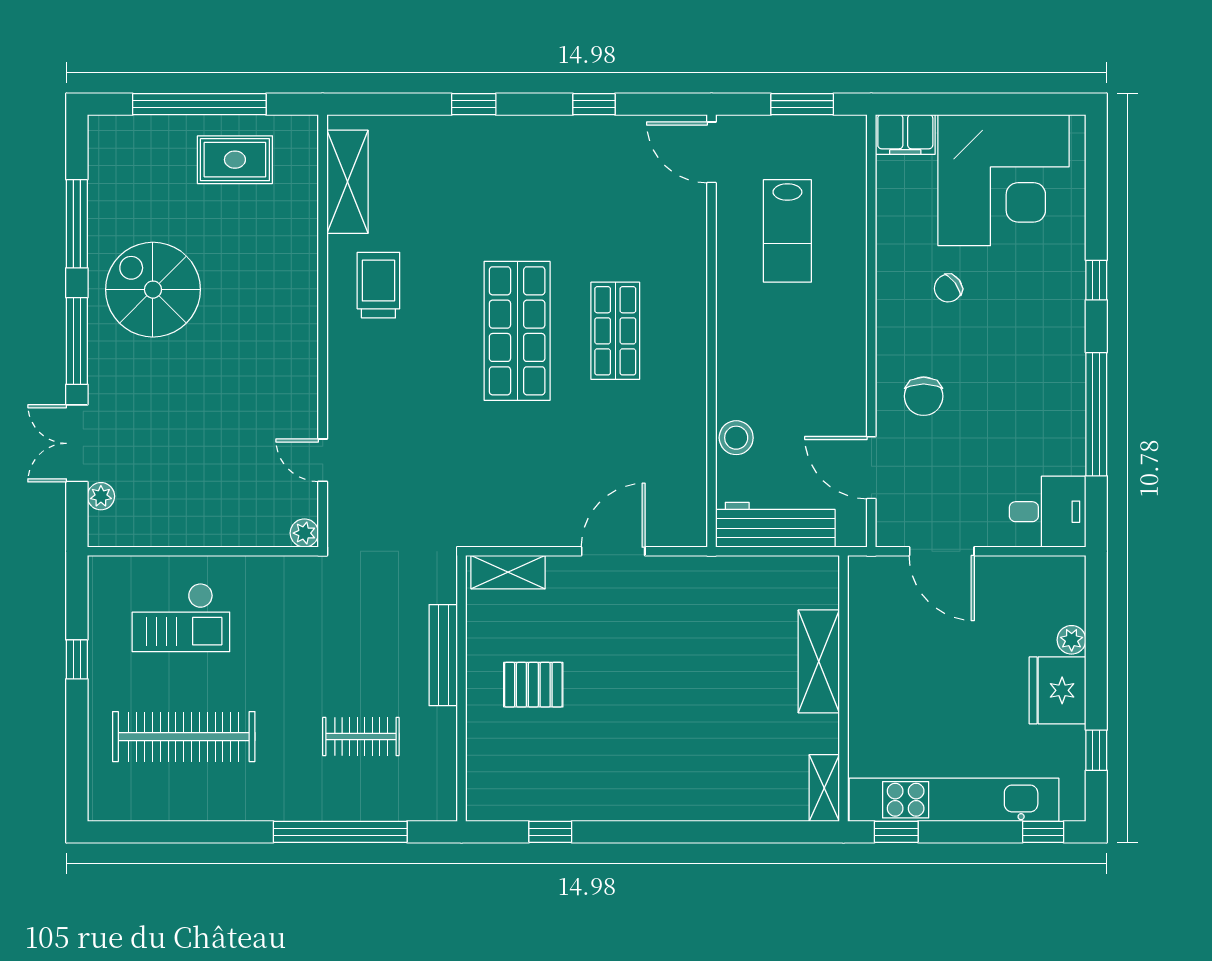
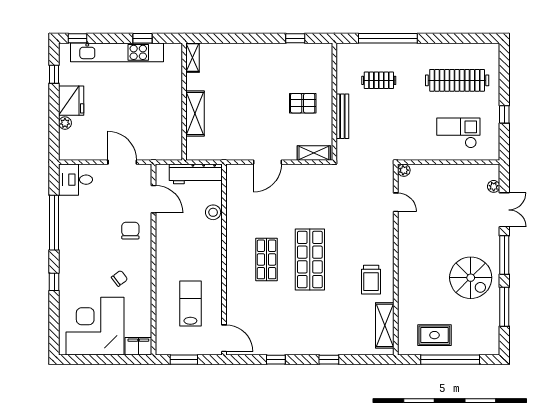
shelving: (819, 661) -> (195, 114), moved
wall: (843, 688) -> (184, 102), moved
shelving: (824, 788) -> (193, 58), moved

